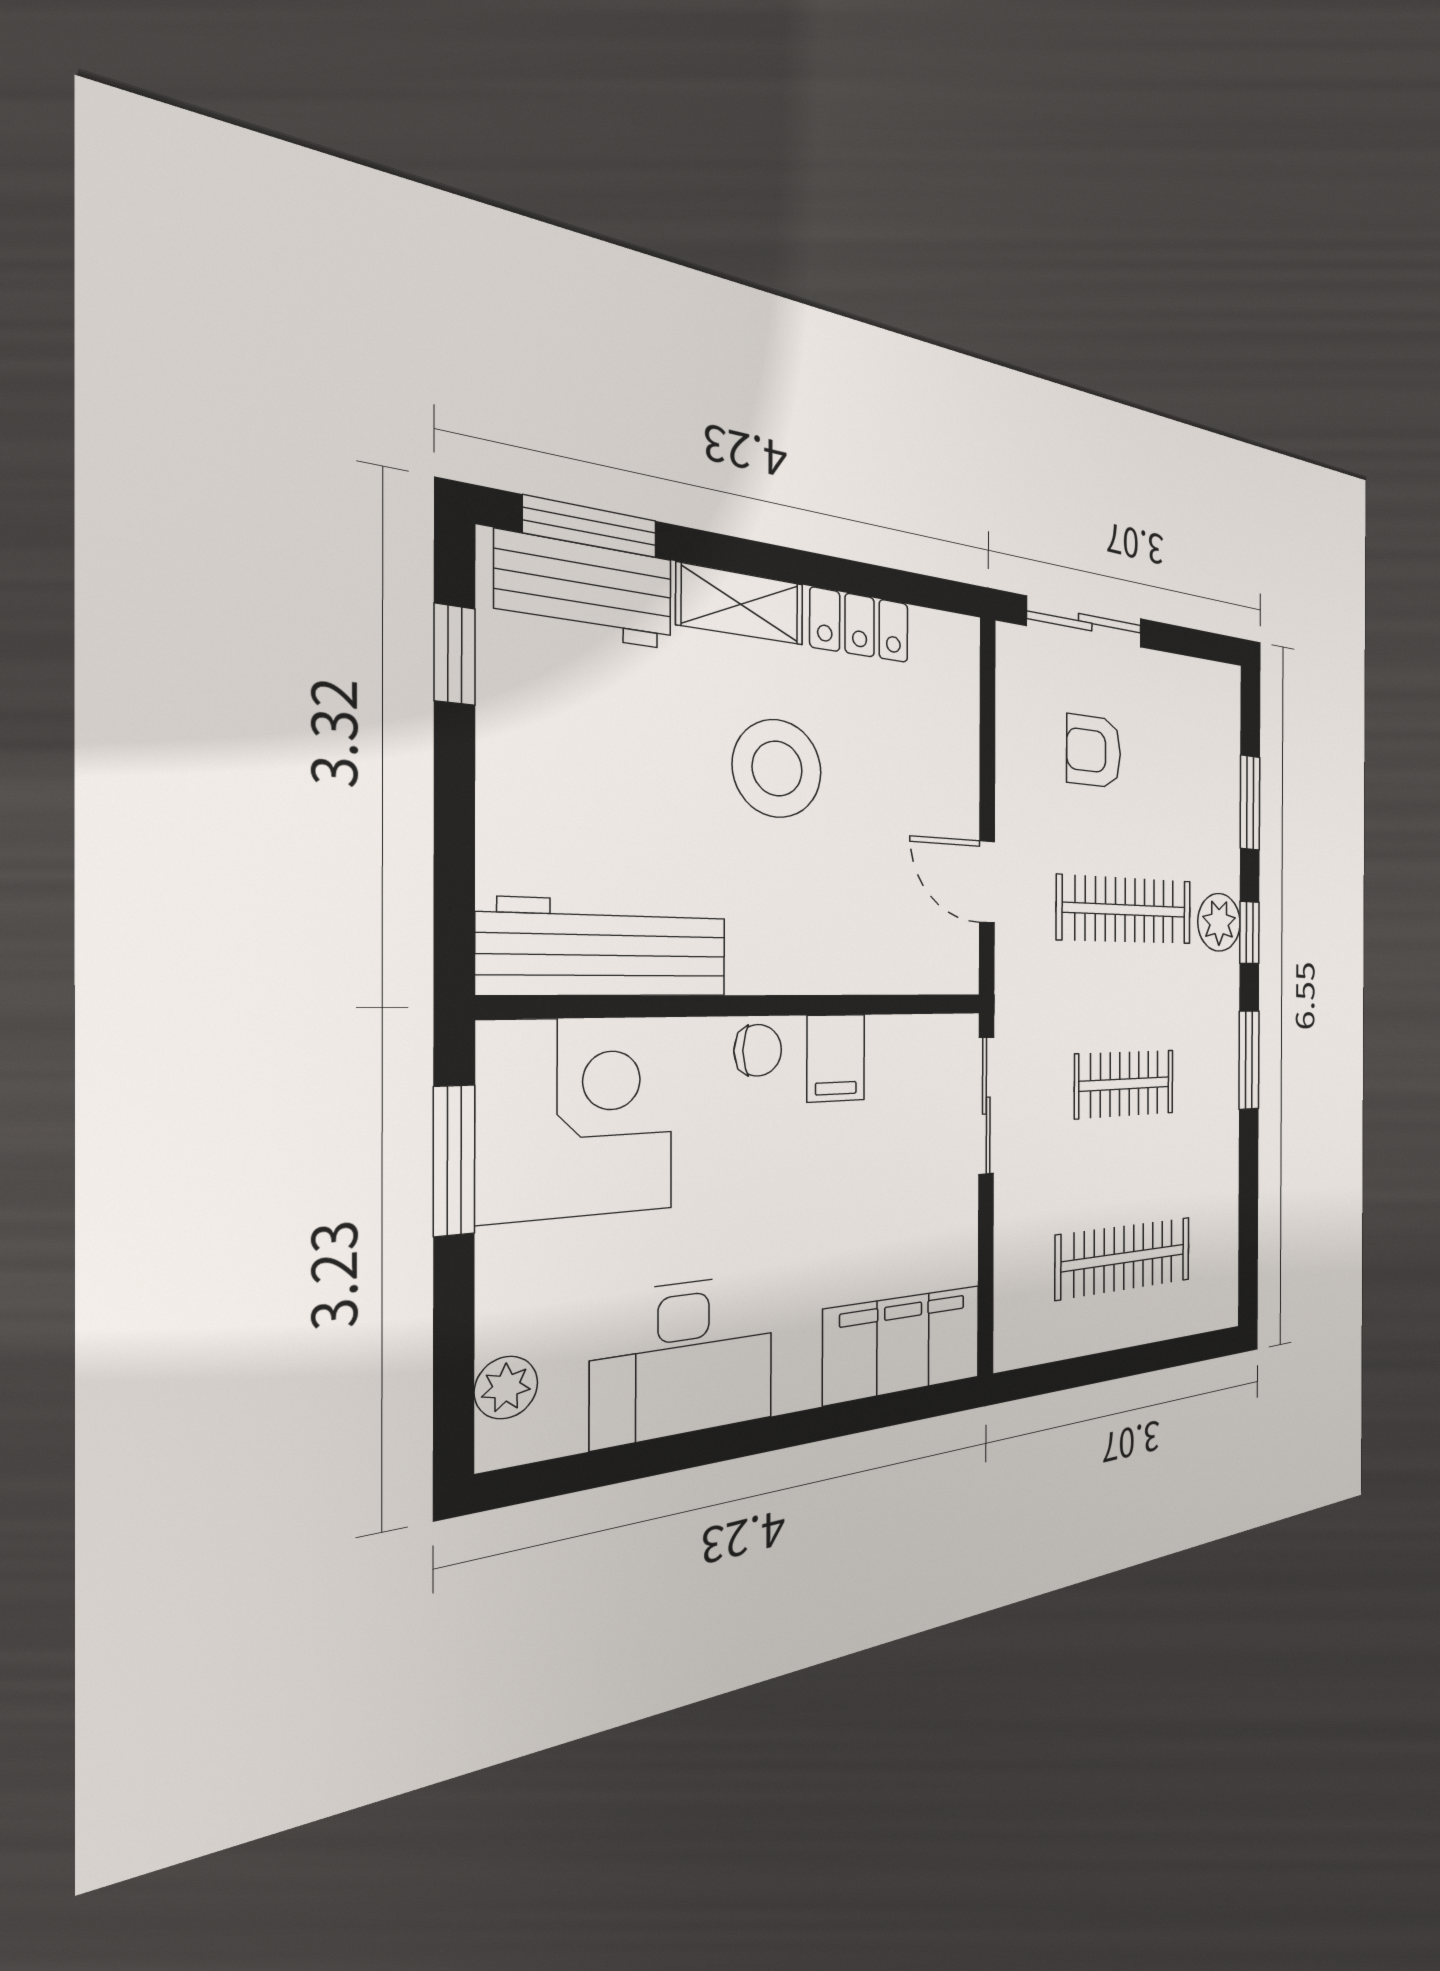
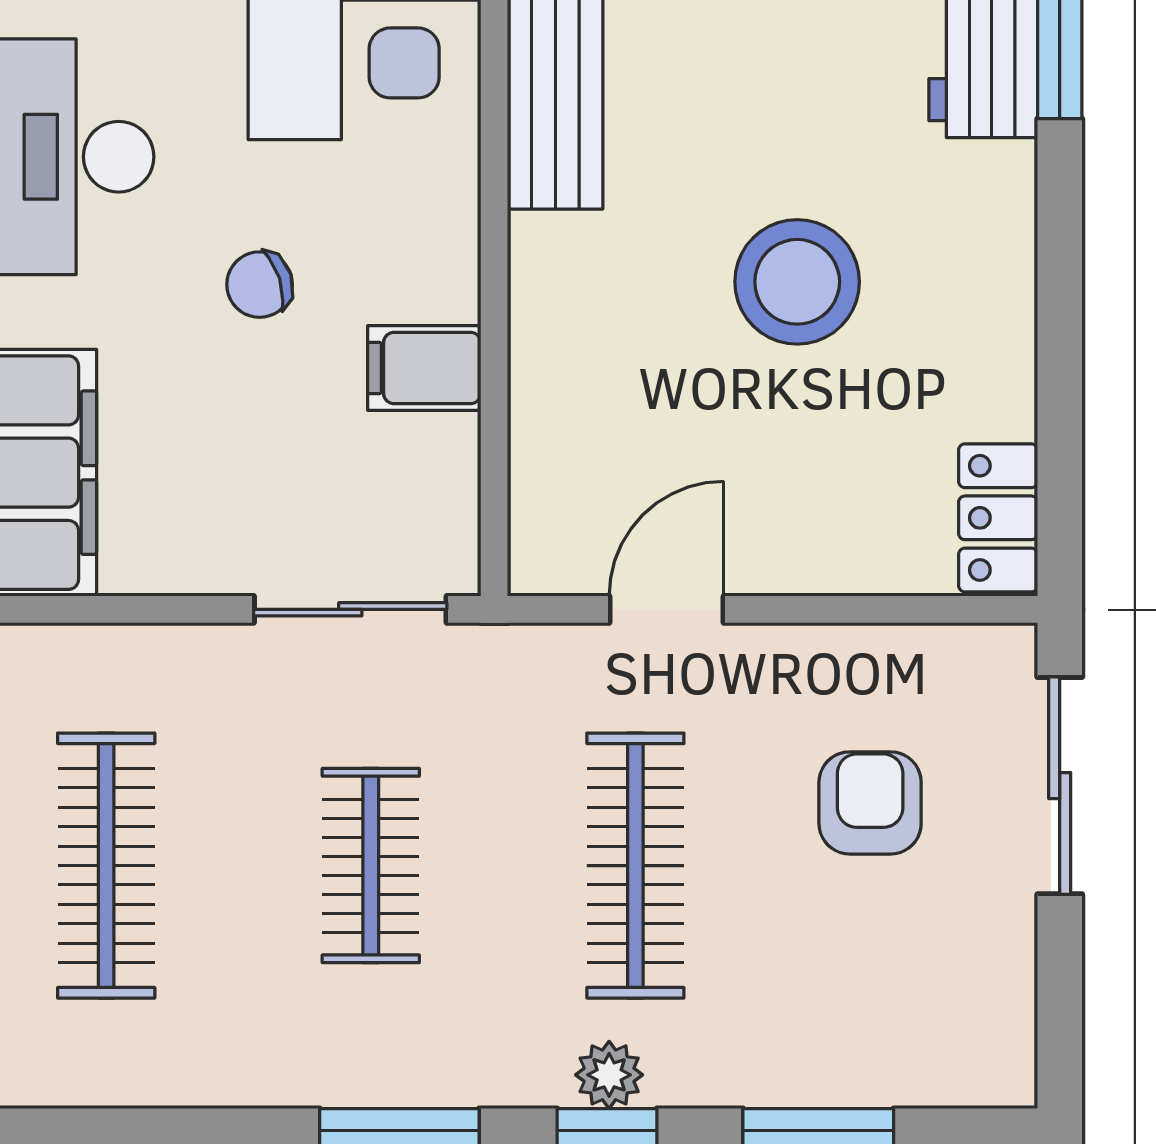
shelving: (741, 604) -> (999, 231), removed
locker: (860, 625) -> (998, 518), moved
plant: (1219, 922) -> (609, 1075), width x0.73, depth x0.73
chair: (758, 1050) -> (260, 285), moved, turned 72

